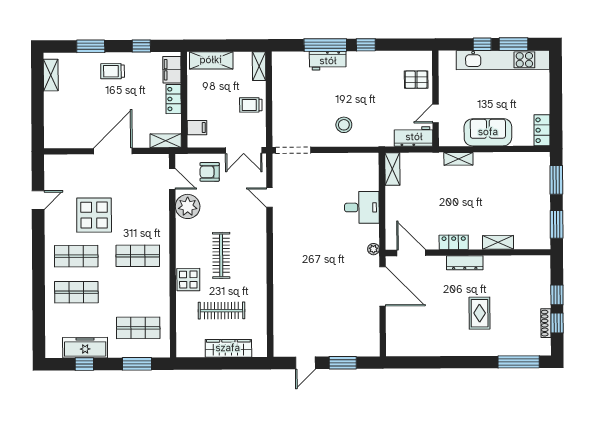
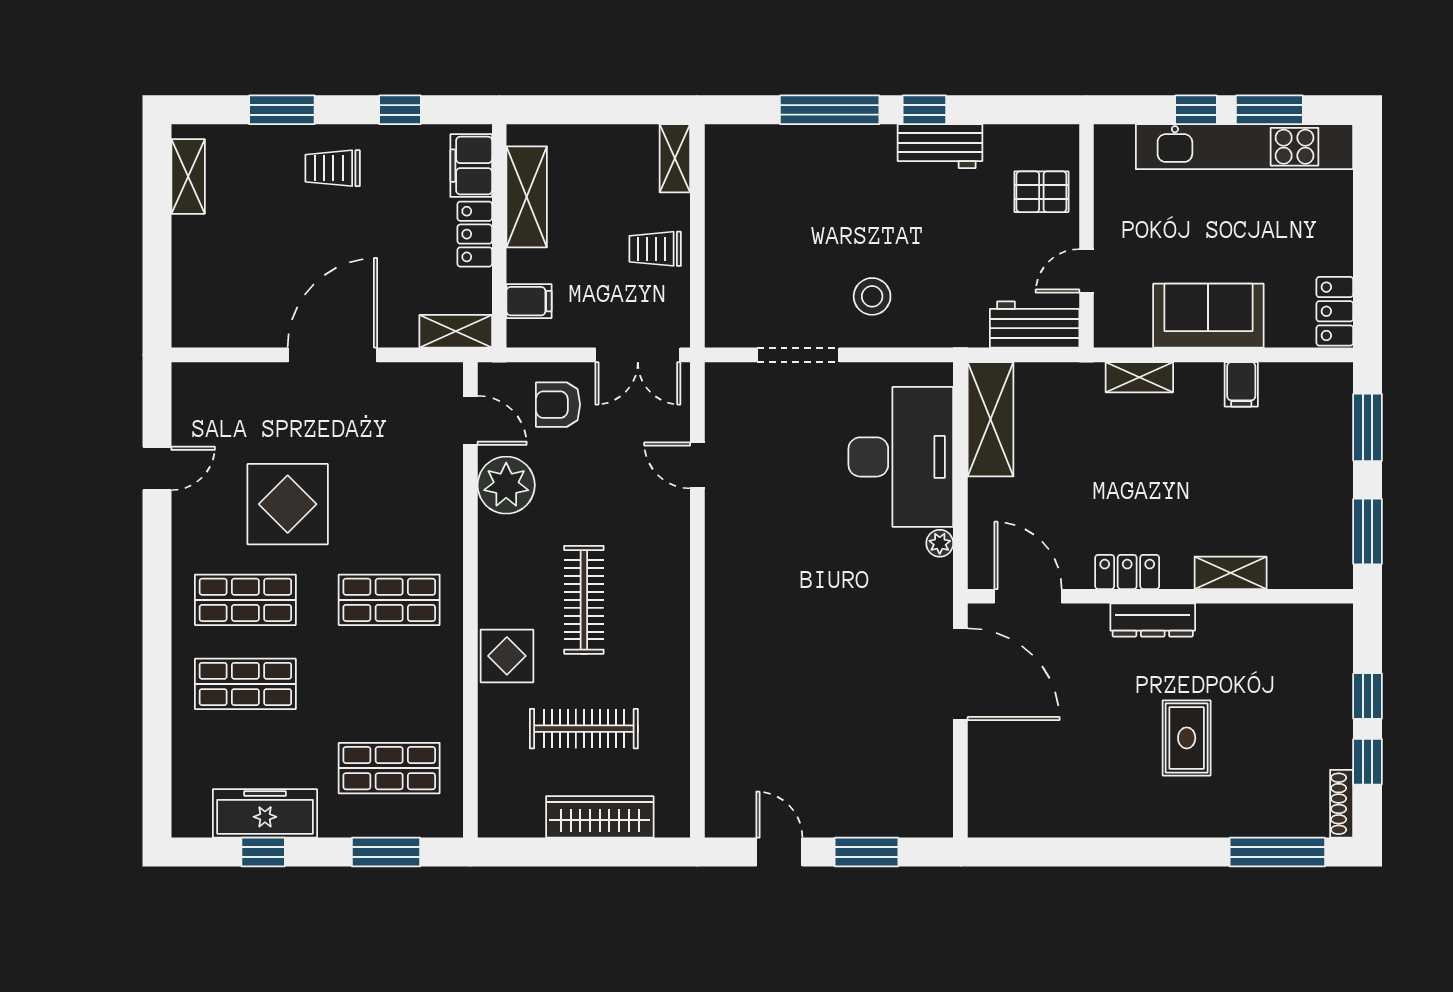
shelving: (211, 60) -> (527, 197), moved, turned 90
workbench: (328, 61) -> (940, 146), moved
doorway: (293, 150) -> (798, 355), moved
filing cabinet: (502, 162) -> (1241, 384), added
shelving: (392, 169) -> (991, 419), width x1.50, depth x1.33
desk: (362, 207) -> (901, 457), width x1.87, depth x1.30
plant: (373, 249) -> (940, 543), moved
shoe rack: (546, 323) -> (1342, 804), moved
door: (305, 363) -> (779, 852), swing flipped

